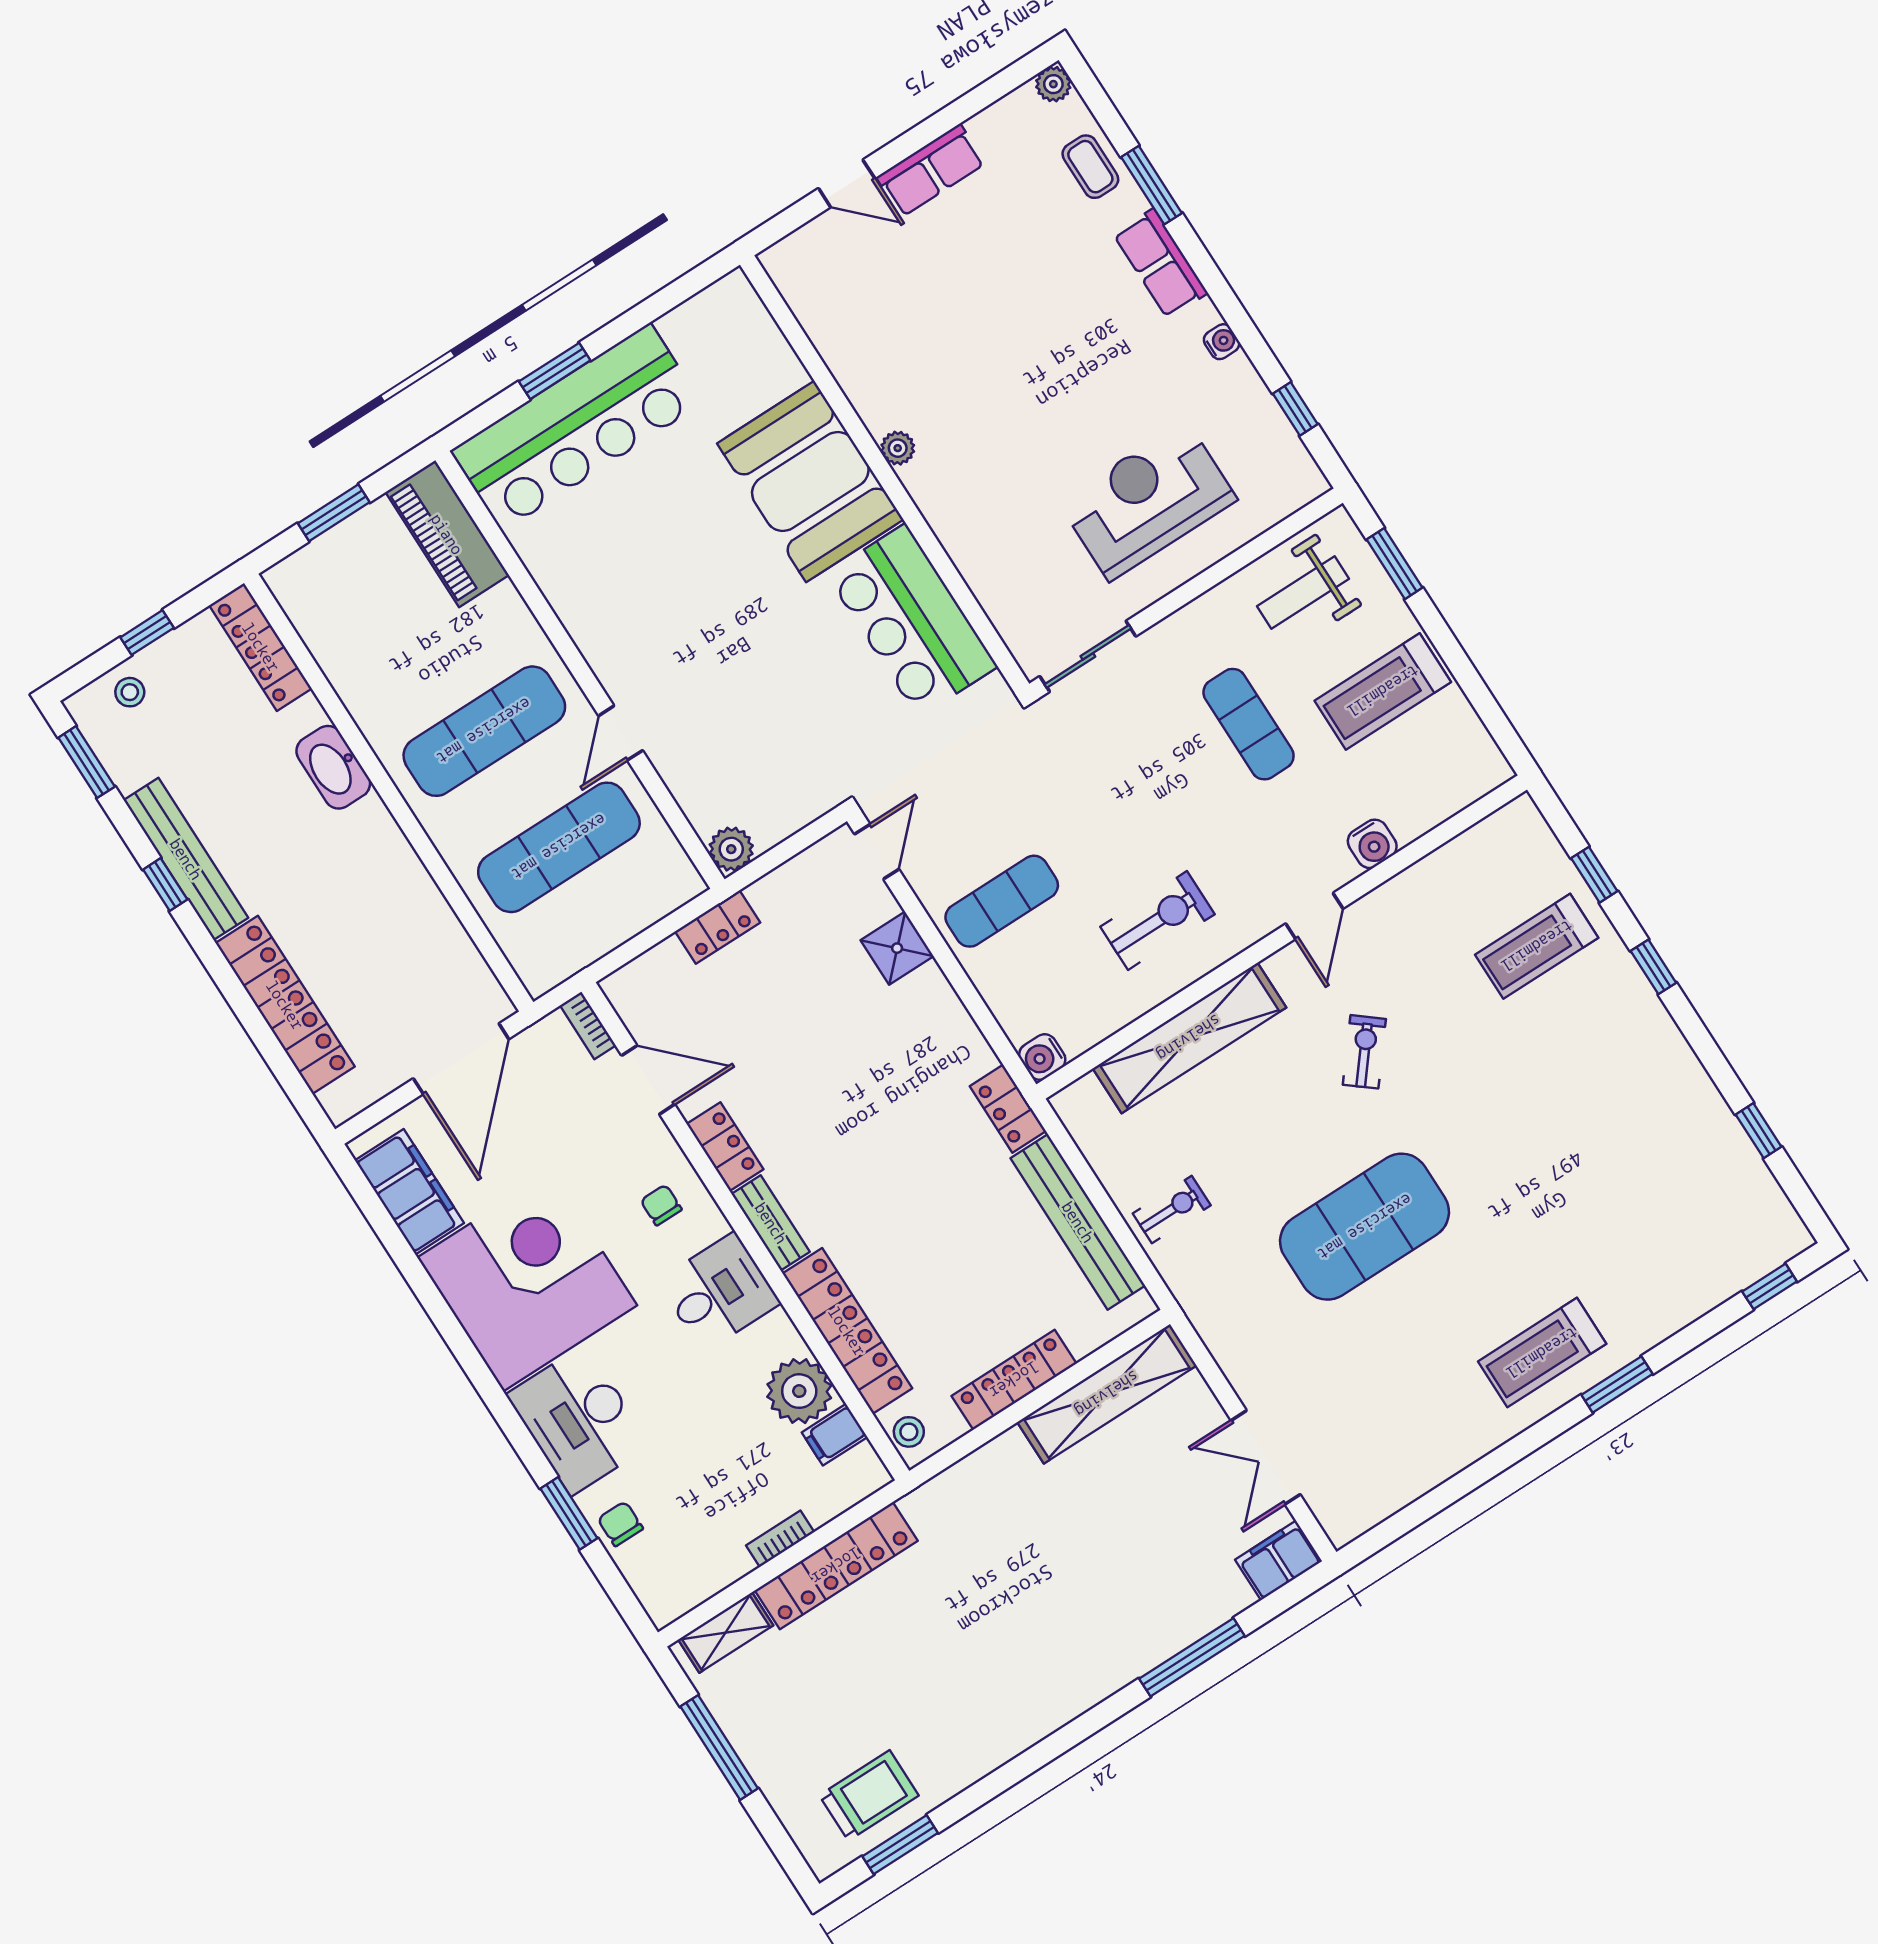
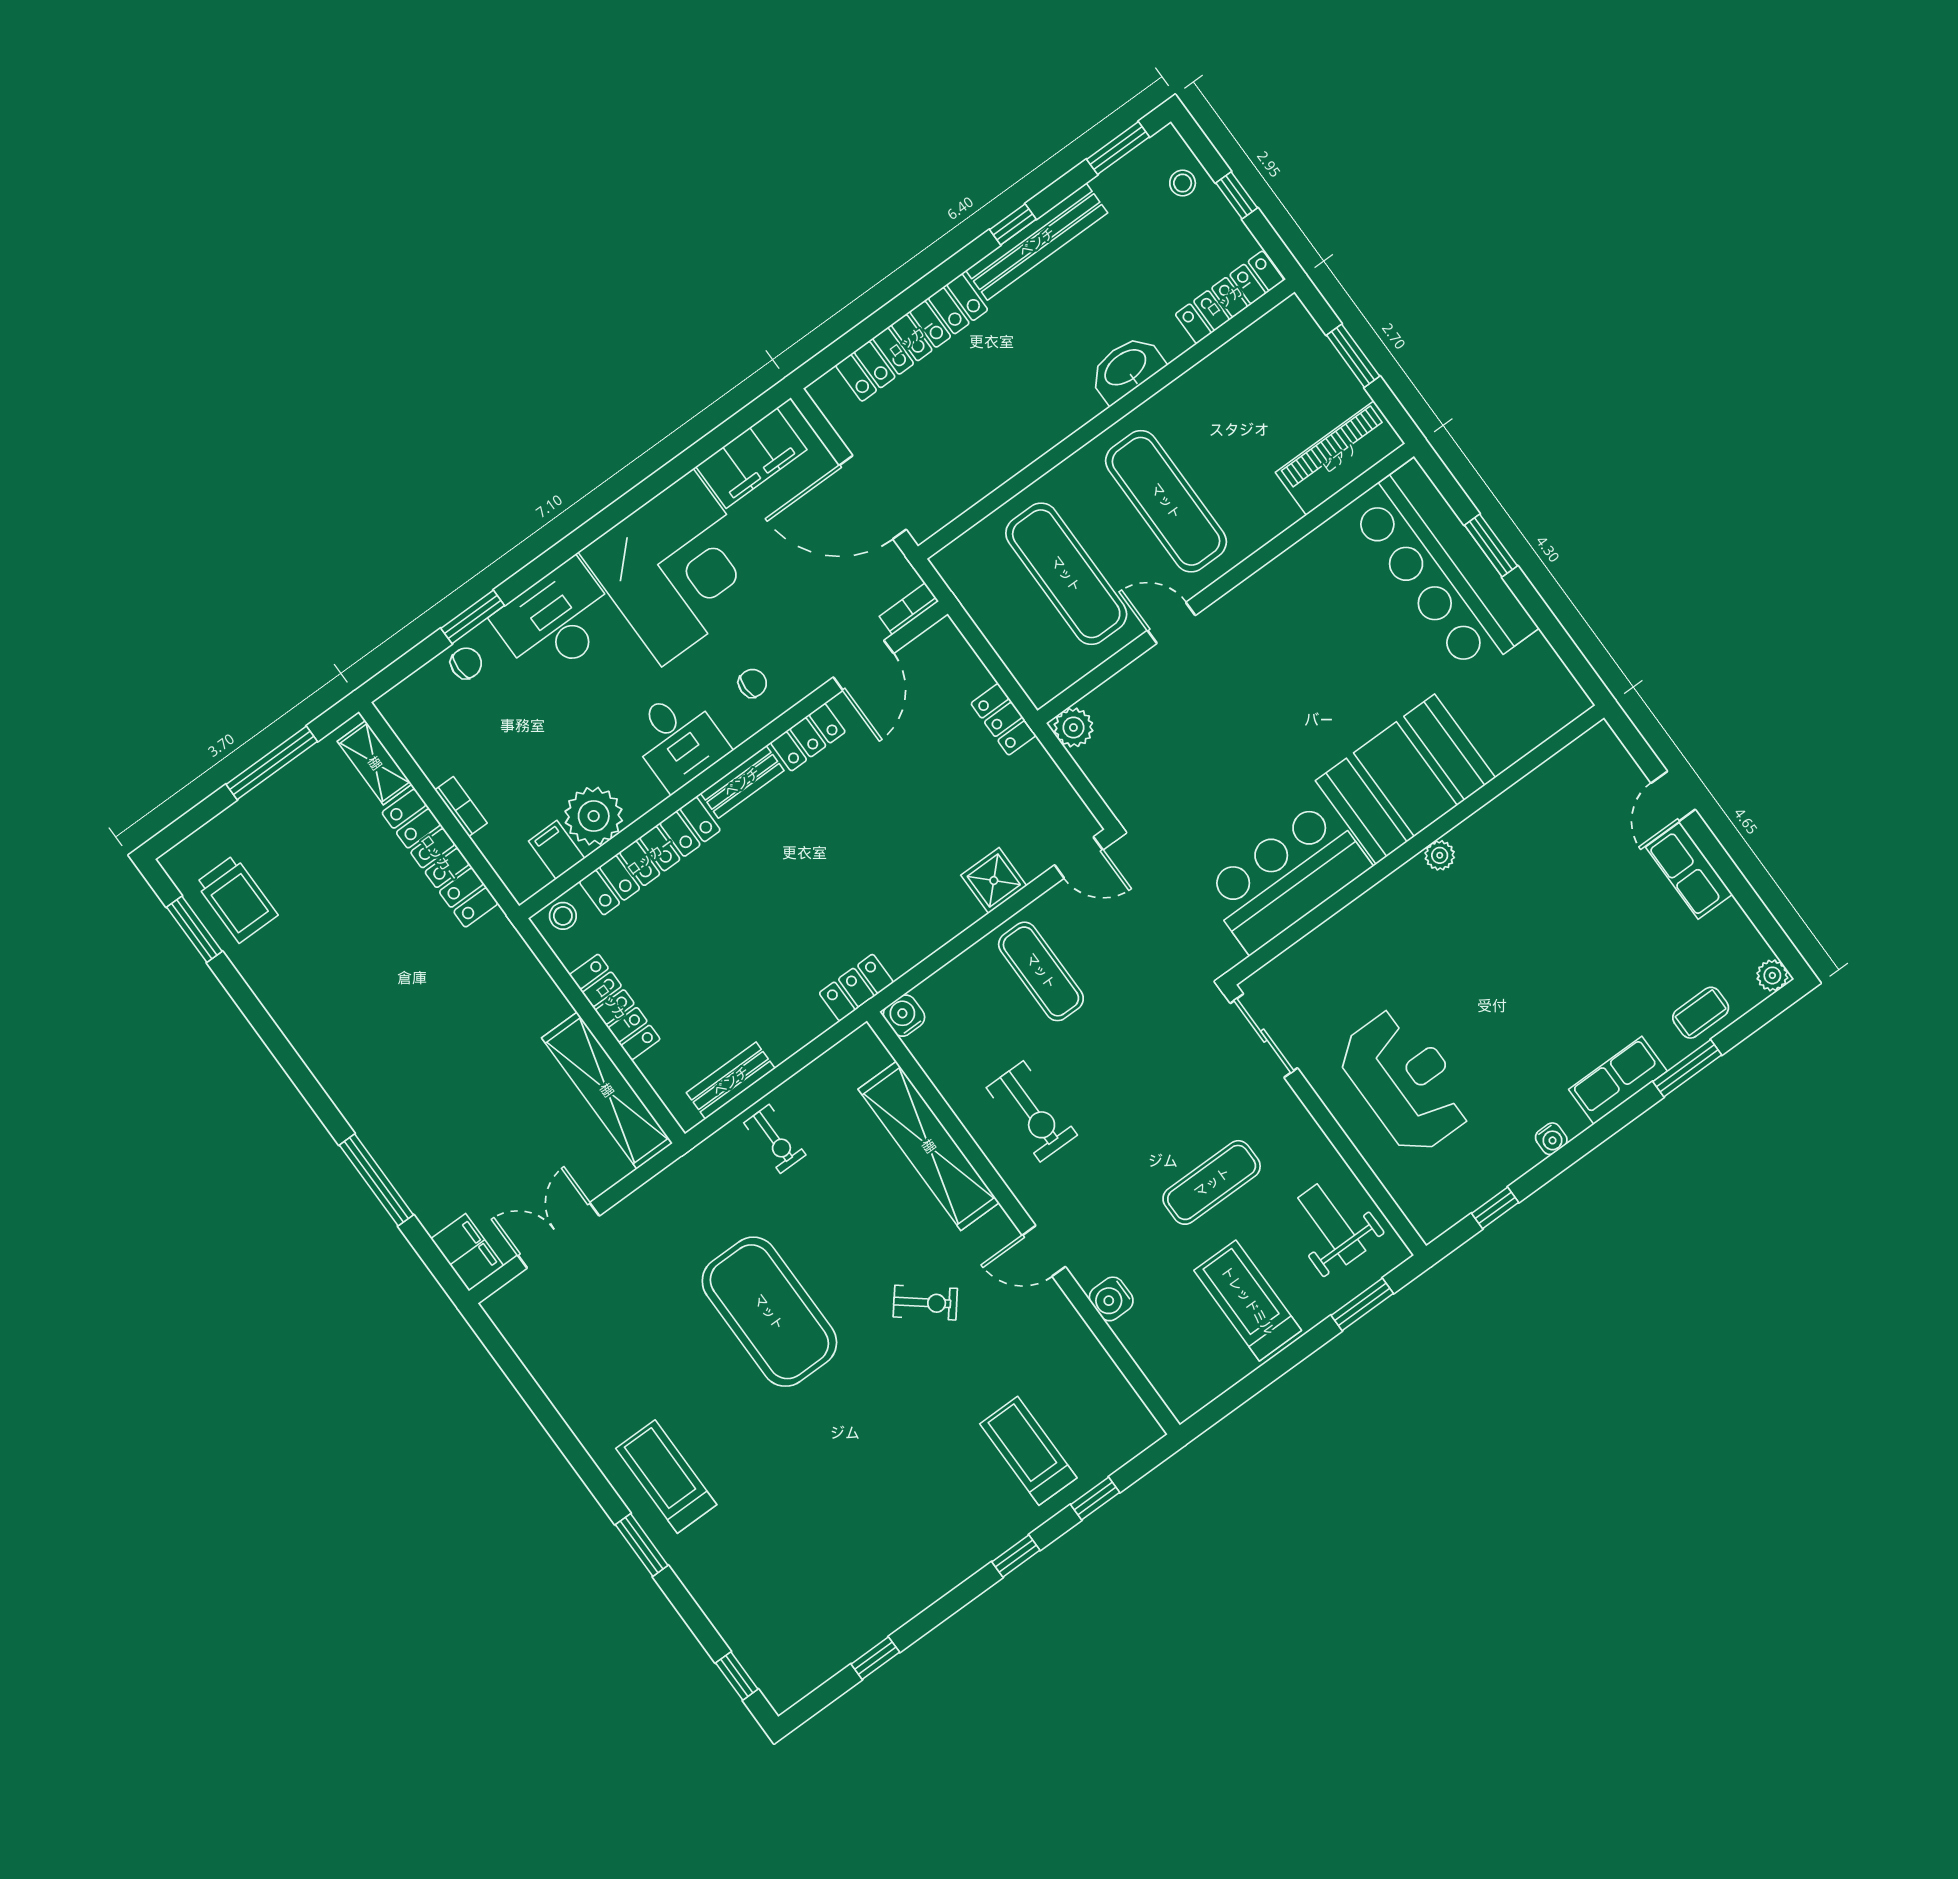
bench: (1078, 1222) -> (731, 1081), width x0.54, depth x0.82

